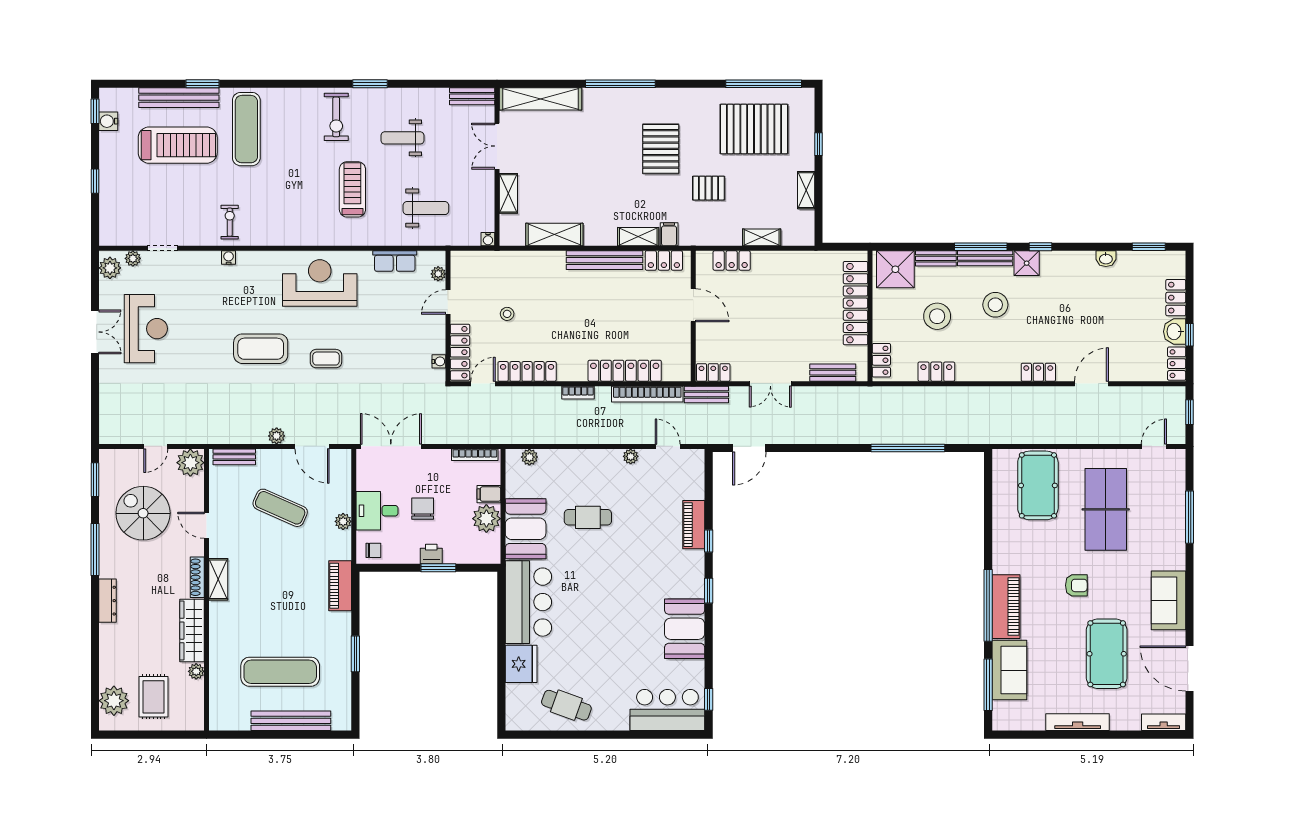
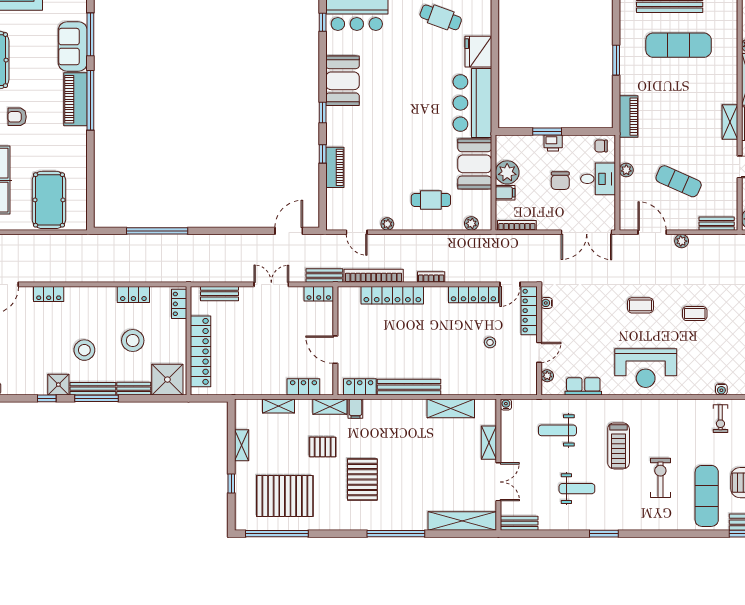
exercise bike: (336, 117) -> (660, 478), moved
shelving: (638, 237) -> (330, 407), moved
coffee table: (261, 349) -> (695, 314), width x0.54, depth x0.58
cafe table: (588, 517) -> (431, 200), moved

